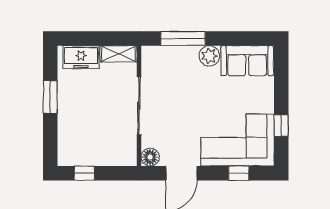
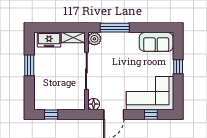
plant: (209, 56) -> (94, 39), moved
window: (281, 126) -> (178, 67), moved

